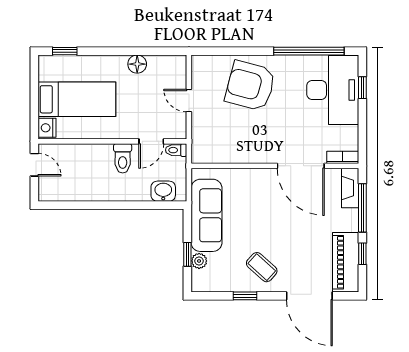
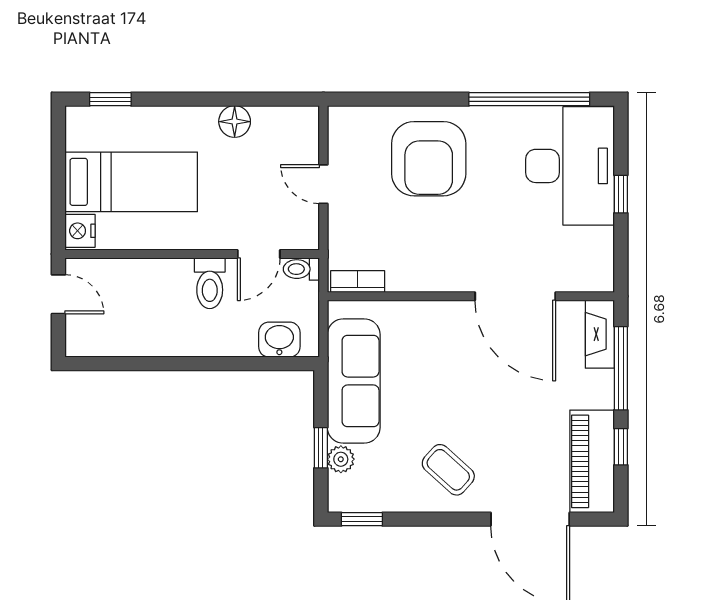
armchair: (250, 86) -> (429, 159), turned -105
window: (362, 88) -> (621, 194), moved
bookcase: (343, 157) -> (358, 281), moved
window: (245, 296) -> (362, 519), moved

